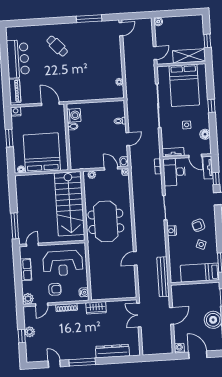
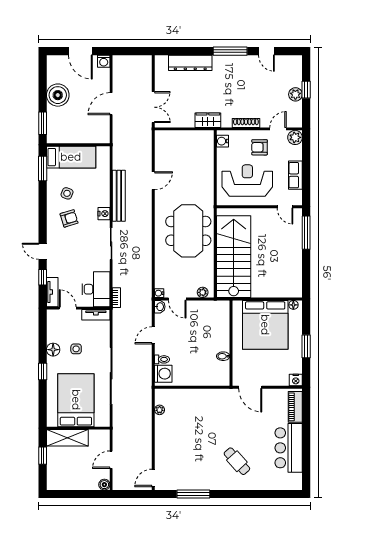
door: (155, 53) -> (111, 460), moved
washing machine: (74, 115) -> (163, 374), moved, turned 180
floor lamp: (205, 134) -> (53, 350), moved
door: (32, 245) -> (285, 207), hinge flipped
bench: (163, 277) -> (119, 196), moved

